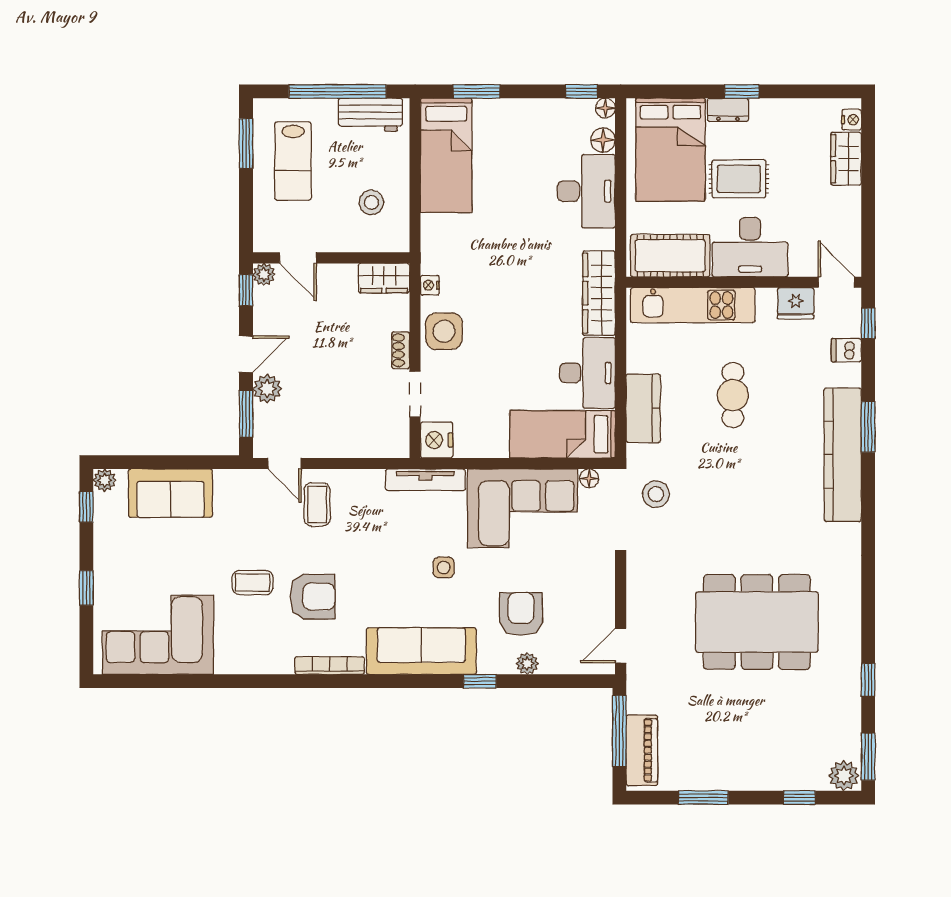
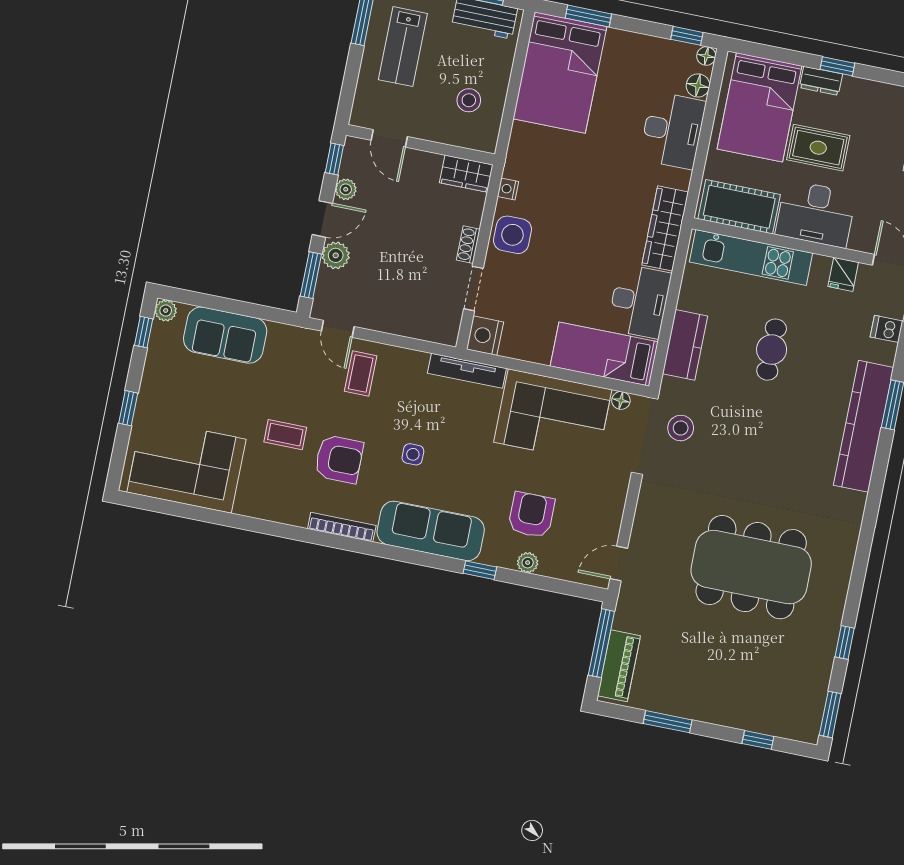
bed: (446, 155) -> (560, 73), width x1.50
plant: (264, 274) -> (346, 189), moved
fridge: (796, 303) -> (843, 274), width x0.72
side table: (444, 567) -> (413, 454), moved
plant: (844, 776) -> (804, 728), removed

